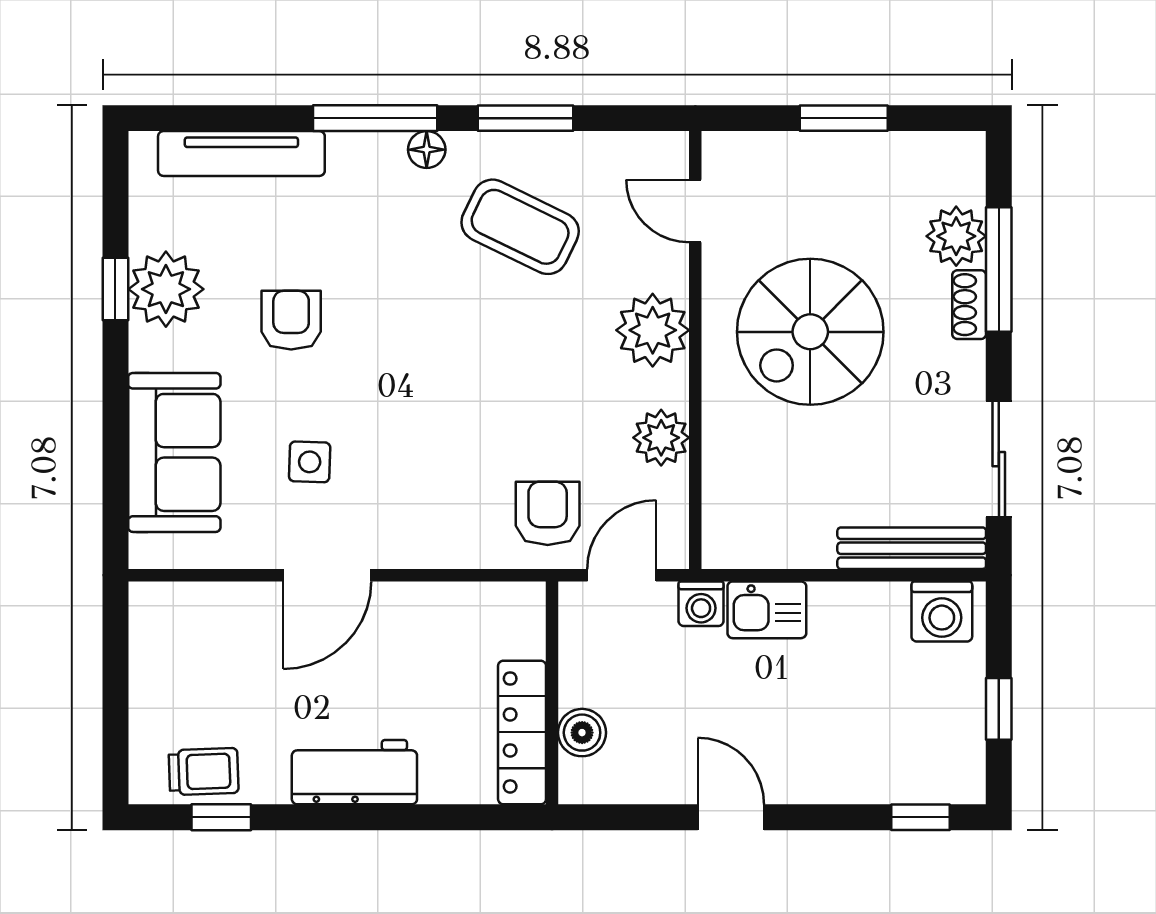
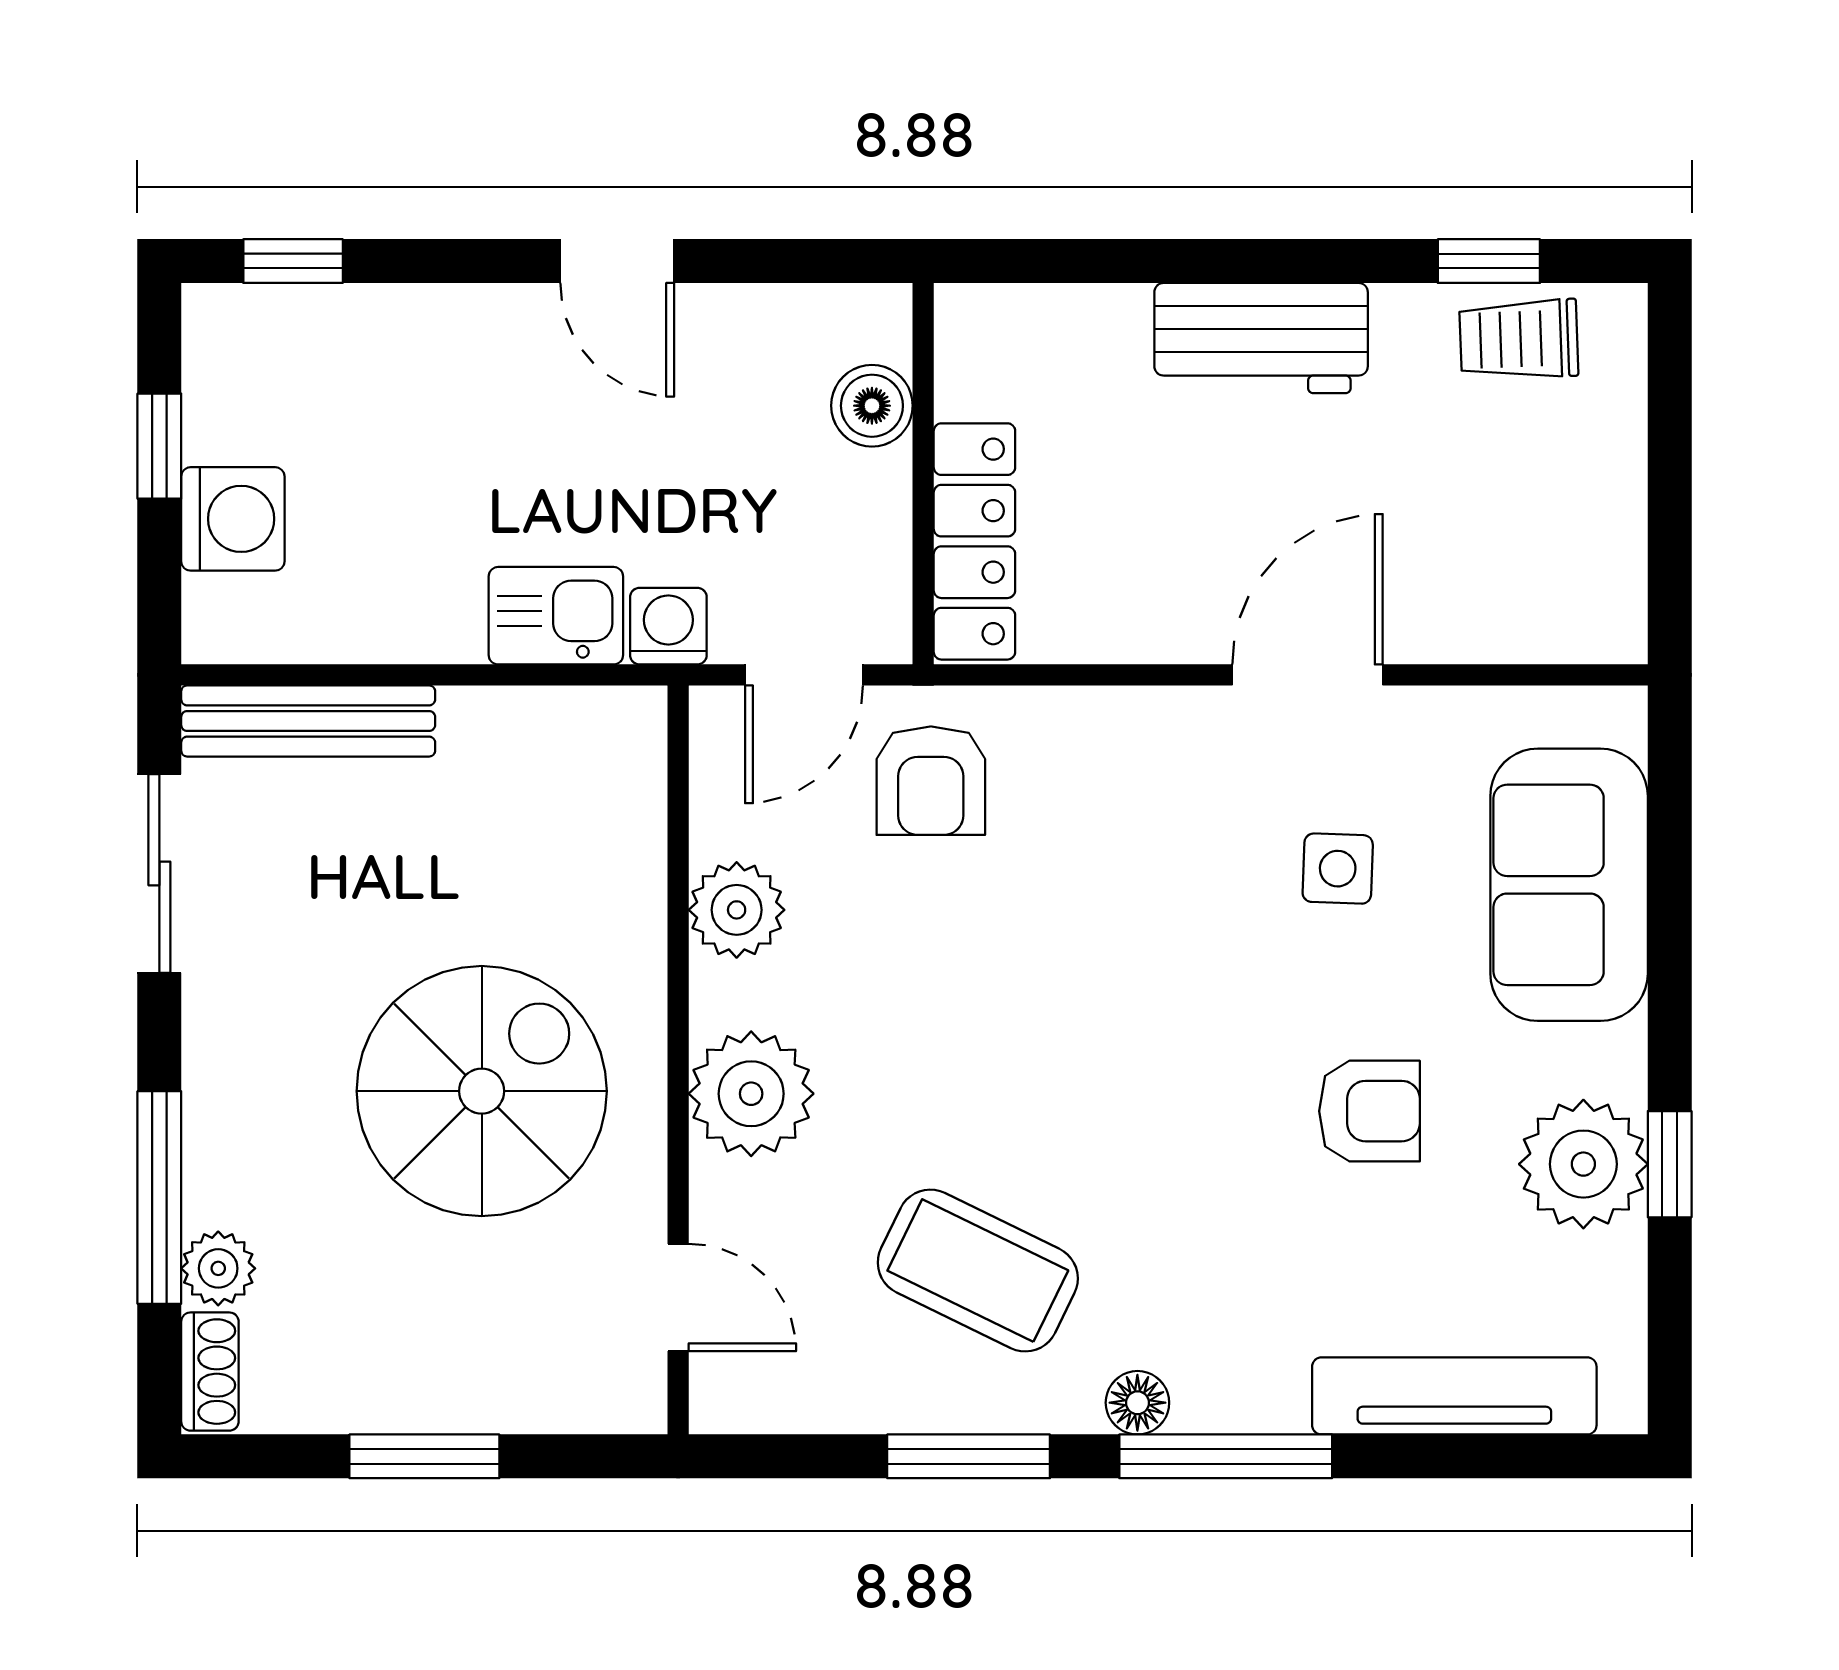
plant: (956, 236) -> (218, 1268), width x0.73, depth x0.73
shoe rack: (969, 305) -> (210, 1372), moved
armchair: (291, 320) -> (1369, 1111), turned -90
washing machine: (942, 612) -> (233, 519), moved, turned 90
locker: (522, 732) -> (974, 541), moved

